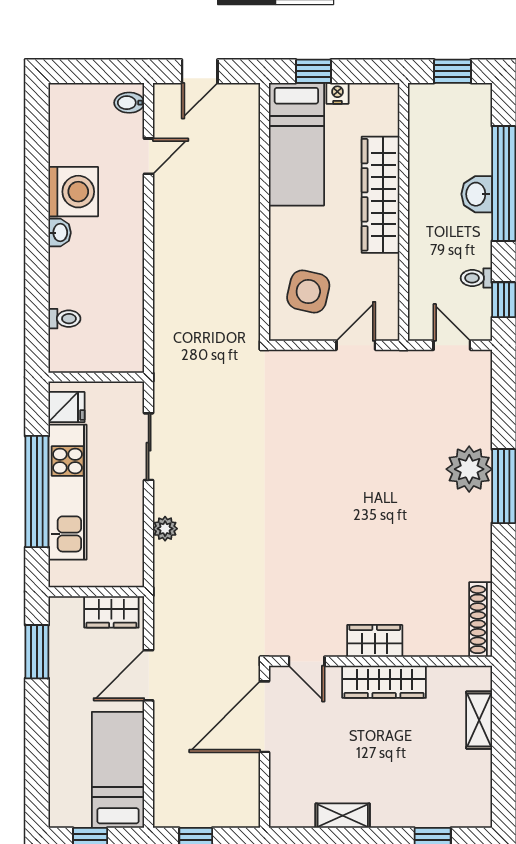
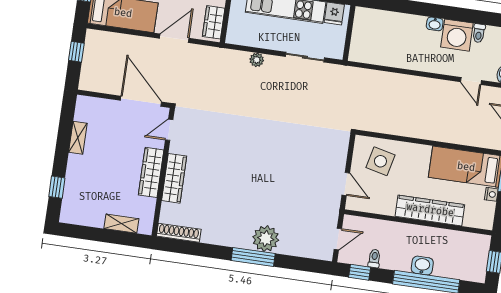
toilet: (64, 319) -> (479, 33), moved
wardrobe: (375, 641) -> (174, 178), width x1.50
door: (149, 675) -> (174, 38), hinge flipped

